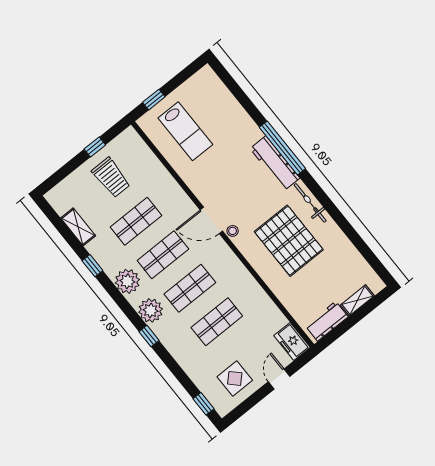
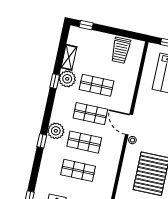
window: (95, 147) -> (86, 25), moved
trolley: (111, 177) -> (121, 50), moved
plant: (127, 281) -> (67, 79), moved

